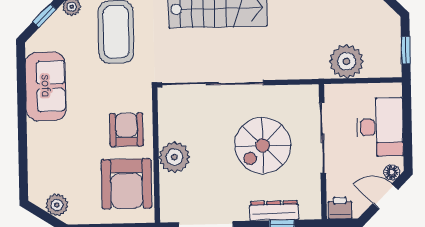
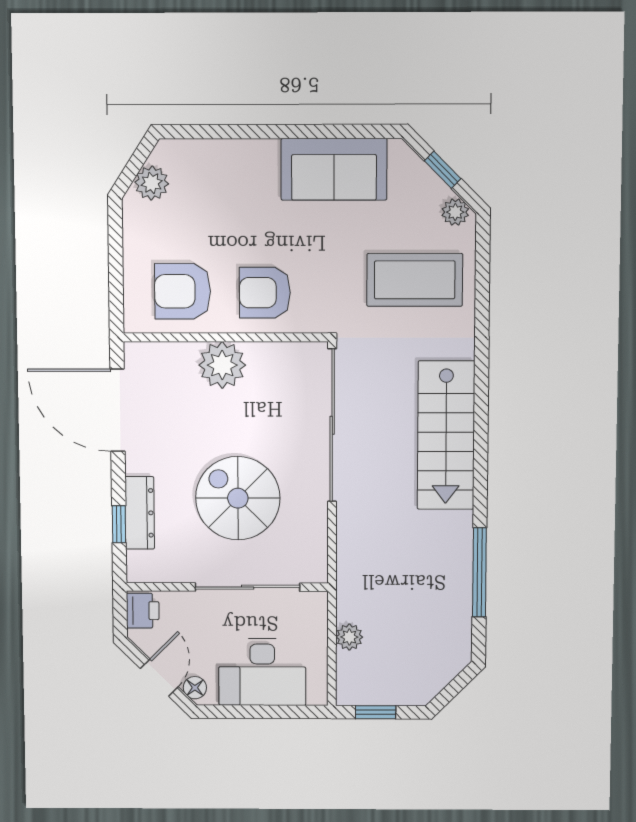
plant: (347, 61) -> (349, 637), width x0.53, depth x0.53
armchair: (126, 130) -> (265, 293), turned 180
armchair: (127, 184) -> (183, 291), width x0.73, depth x0.73

